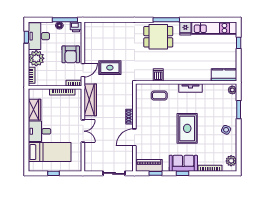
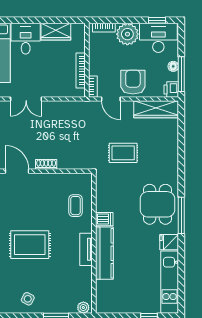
armchair: (71, 54) -> (133, 82), turned 90
rug: (110, 68) -> (123, 153), moved, turned 90
dishwasher: (158, 75) -> (104, 219), moved
kitchen counter: (224, 75) -> (104, 253), moved, width x1.50
wardrobe: (90, 100) -> (156, 109), moved

